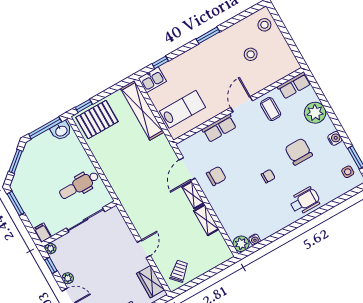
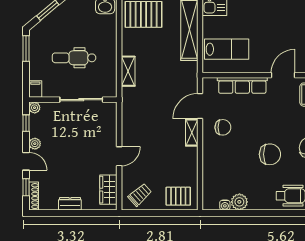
row of seats: (219, 128) -> (242, 85), width x1.48
chair: (268, 176) -> (270, 154), width x1.87, depth x1.87
dental chair: (79, 185) -> (74, 58), moved
shelving: (206, 220) -> (128, 71), moved
plant: (241, 244) -> (239, 202), moved
pallet: (212, 254) -> (178, 196), added

